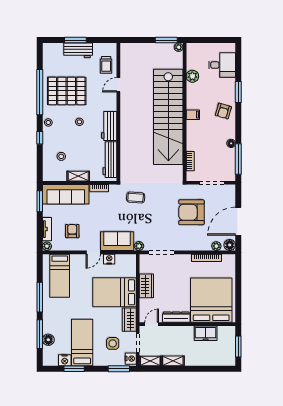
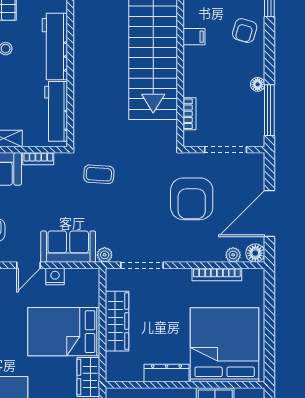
workbench: (109, 126) -> (55, 47), width x1.38
armchair: (191, 212) -> (192, 199), turned -90
wardrobe: (146, 286) -> (117, 321), width x1.50
door: (152, 324) -> (126, 385), removed

